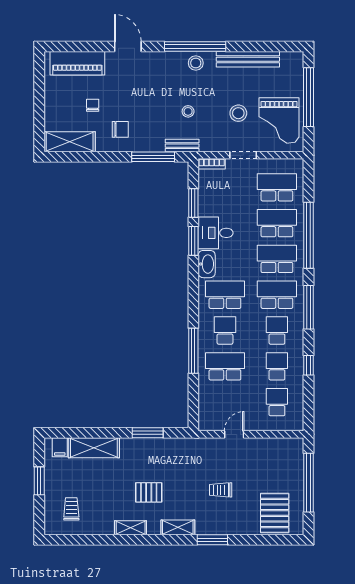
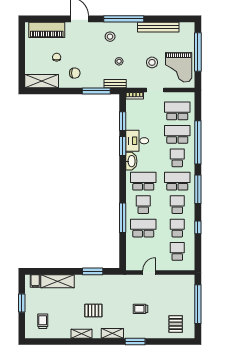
stool: (196, 63) -> (110, 37), moved
school desk: (277, 259) -> (177, 158), width x0.54
pallet: (275, 513) -> (176, 324), width x0.67, depth x0.71

